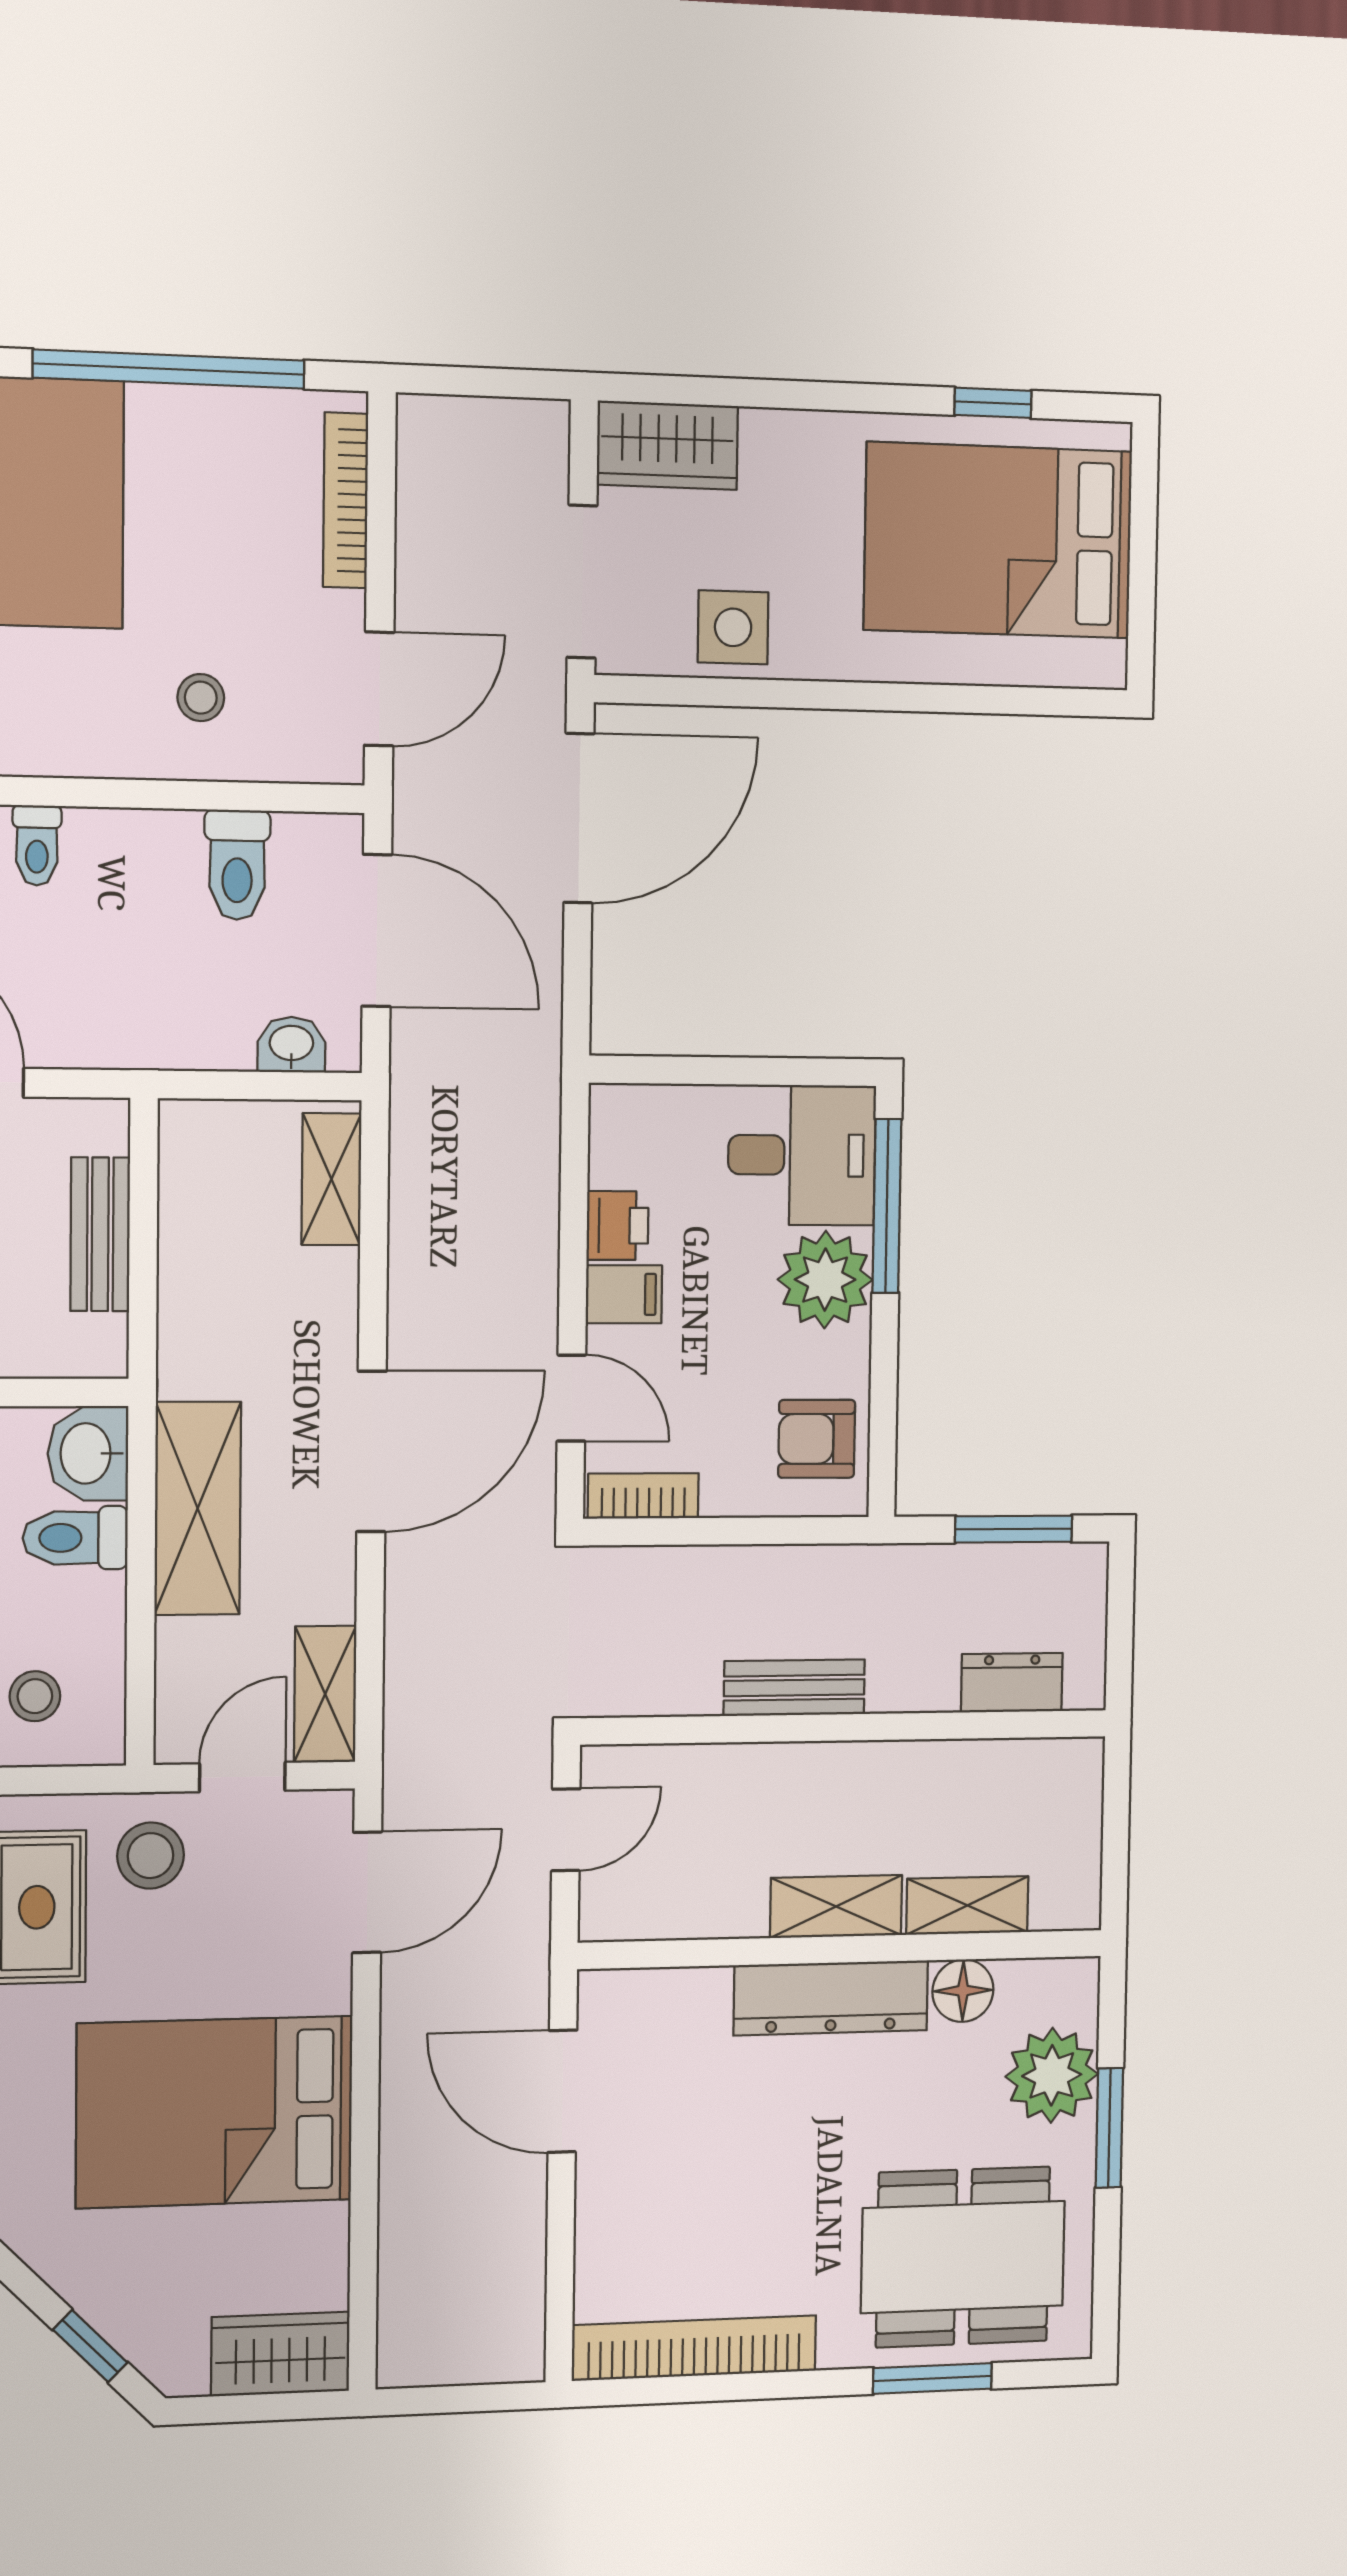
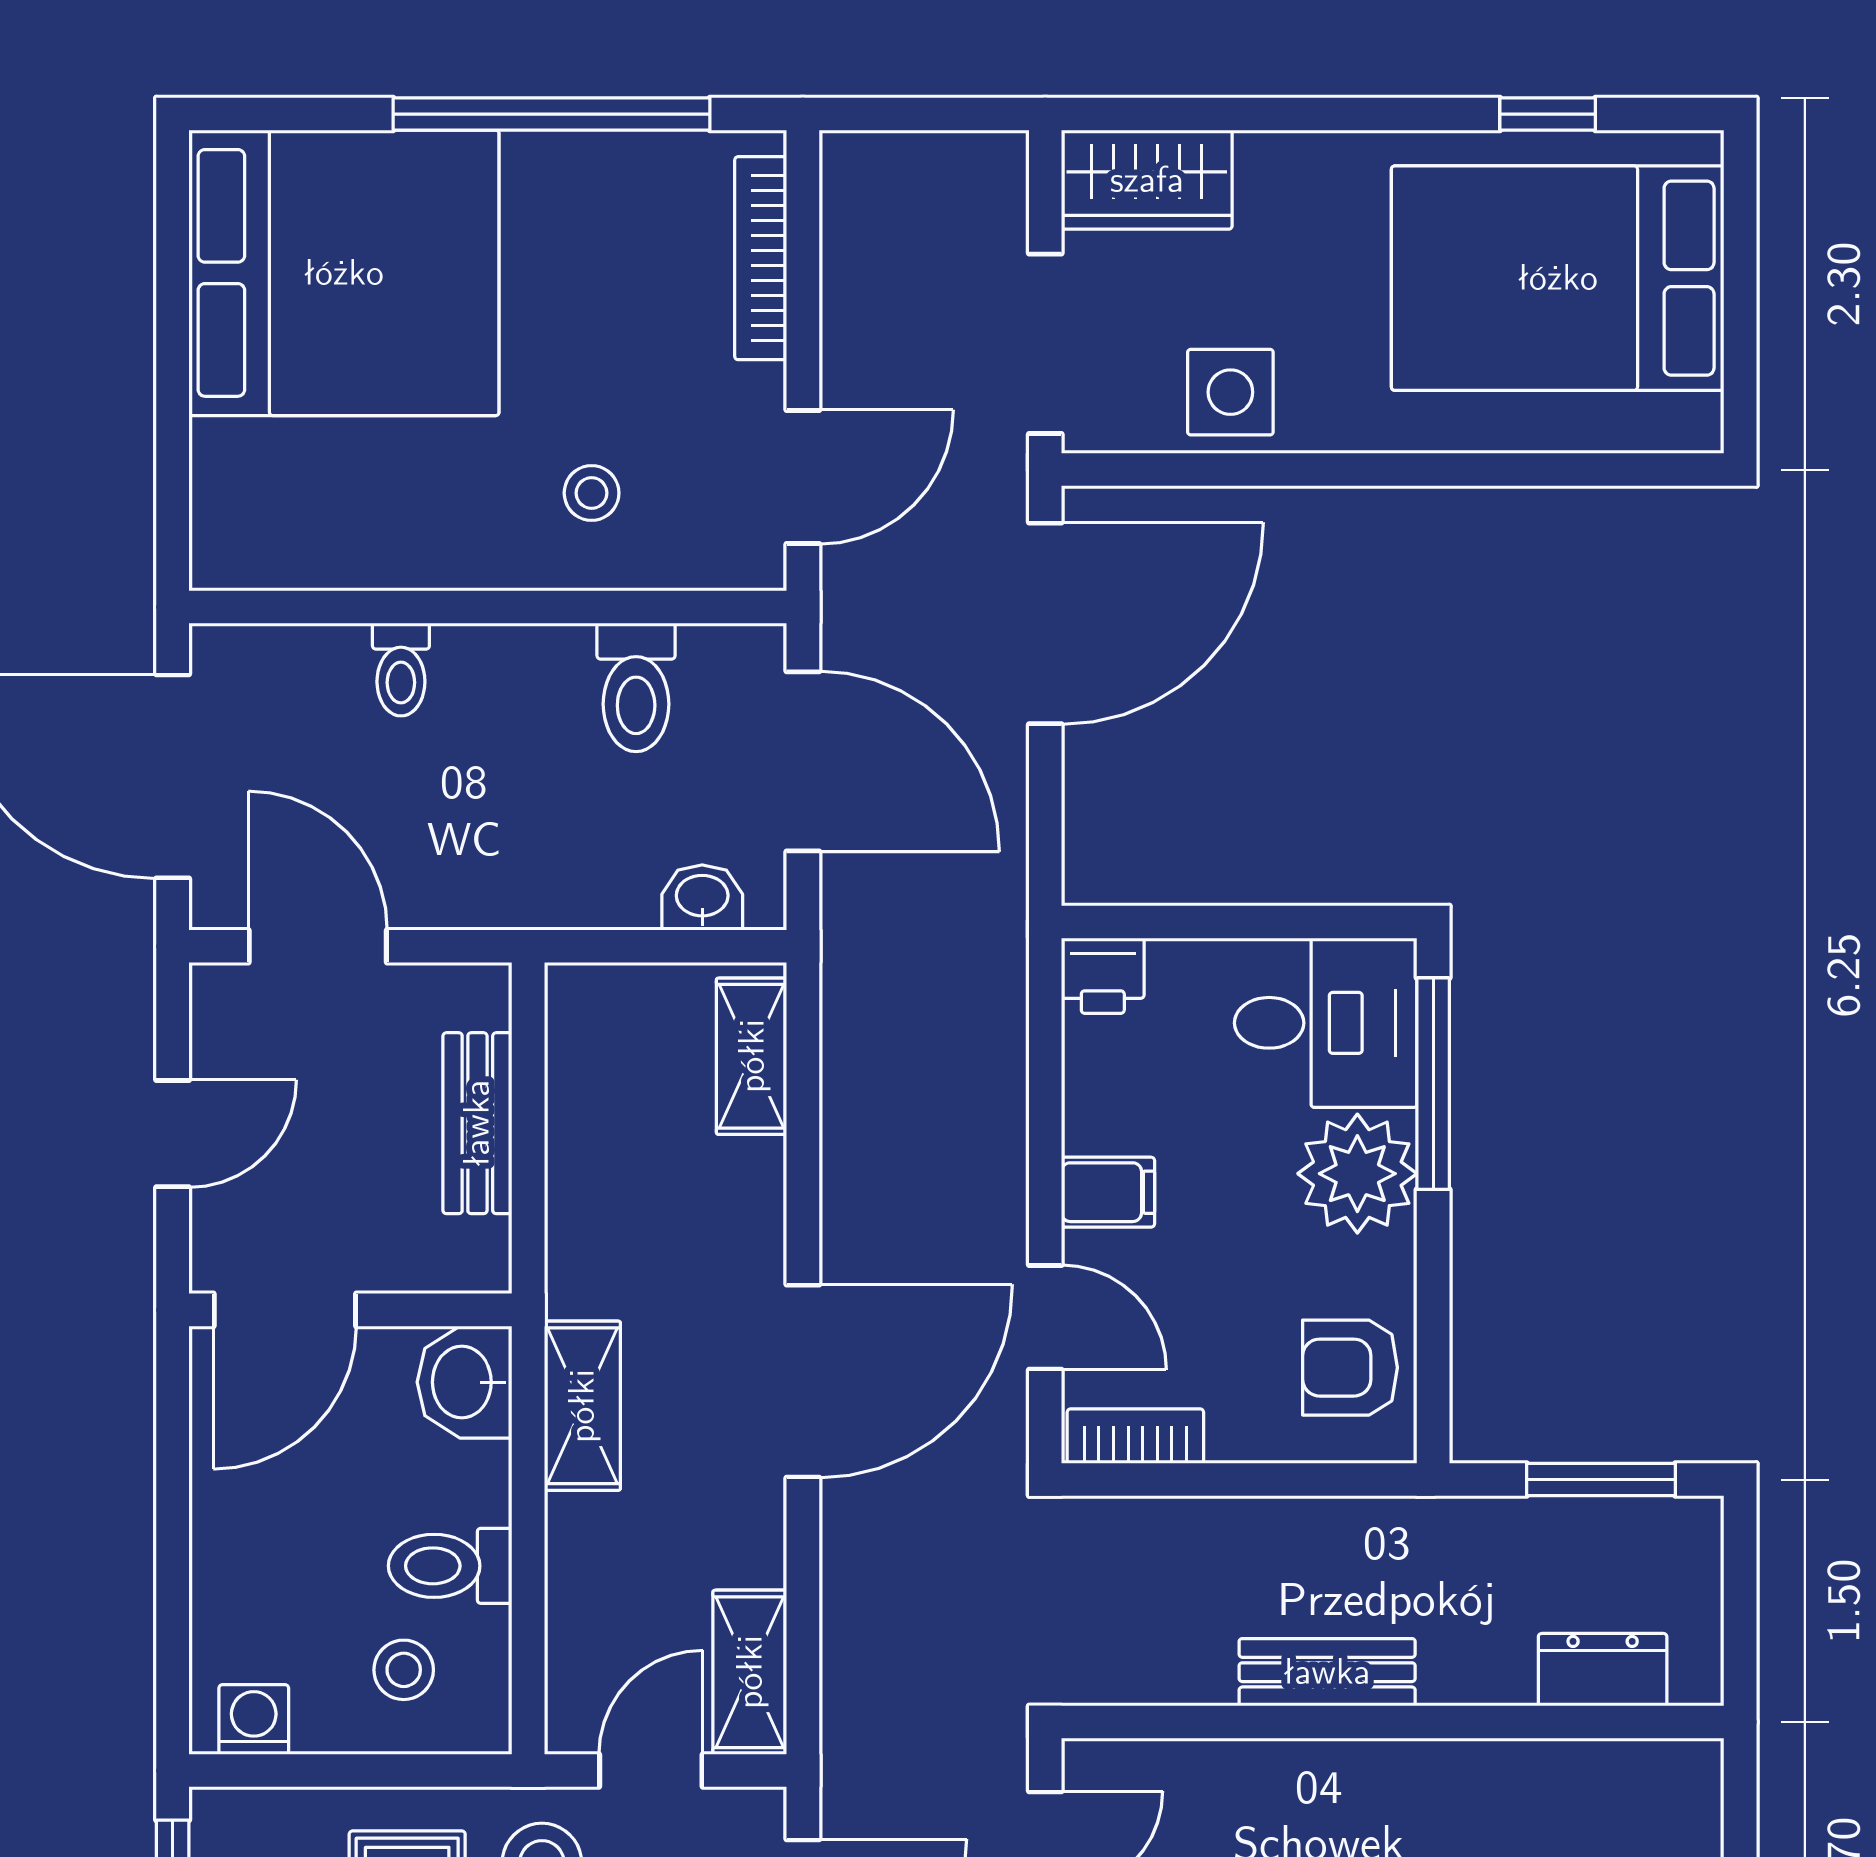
printer: (617, 1226) -> (1103, 976), moved, turned 90
shelving: (198, 1508) -> (582, 1406), width x0.67, depth x0.75
toilet: (75, 1538) -> (450, 1566), moved

